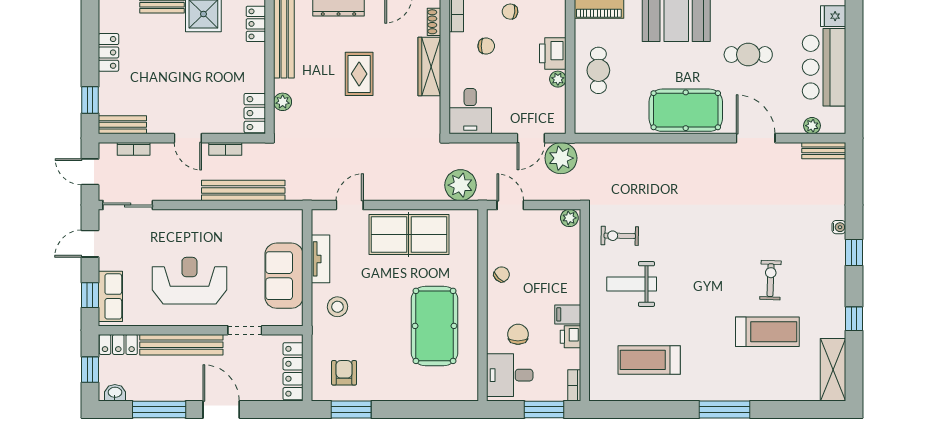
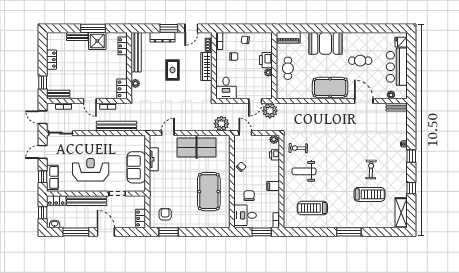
stool: (337, 307) -> (162, 182), removed
printer: (570, 337) -> (274, 155), moved
locker: (293, 371) -> (141, 218), width x0.66

